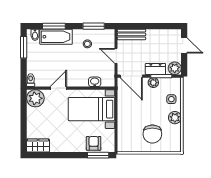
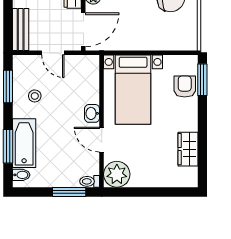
window: (24, 47) -> (69, 192), moved
door: (116, 56) -> (53, 53), hinge flipped
washbasin: (95, 82) -> (92, 113), moved
armchair: (94, 143) -> (185, 87), turned 90
wardrobe: (38, 145) -> (188, 149), moved

